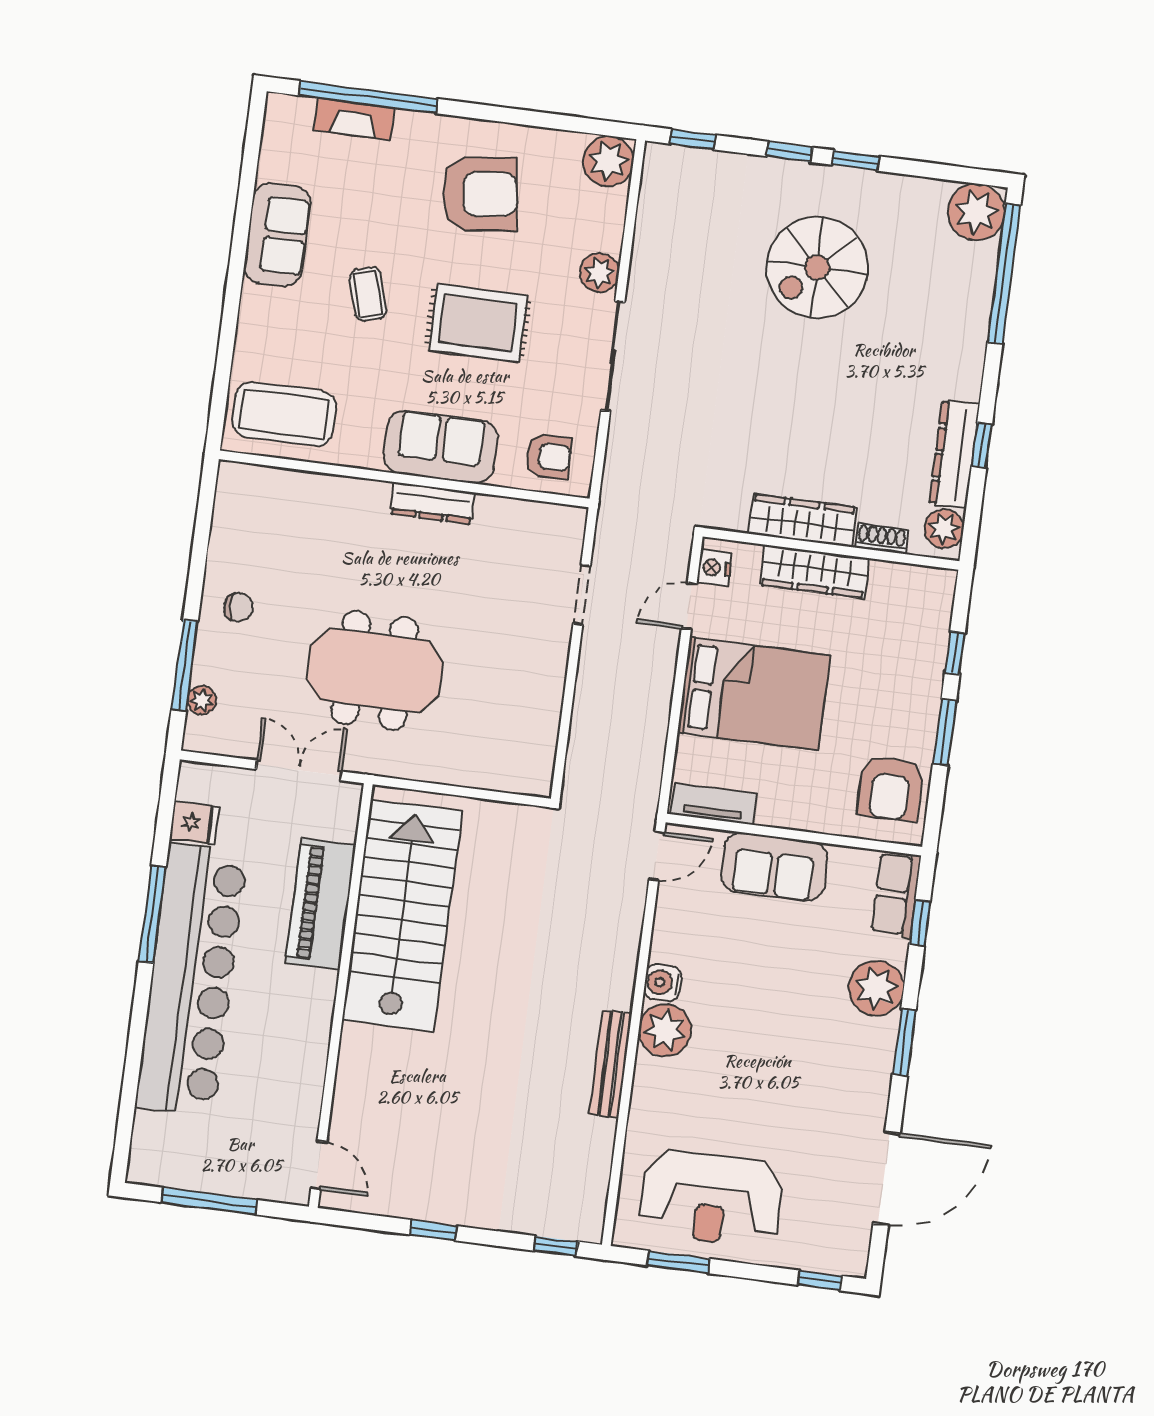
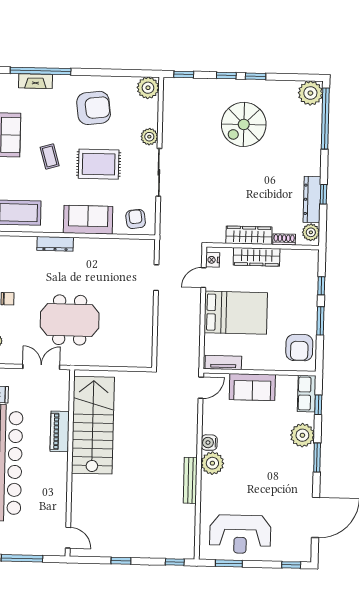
armchair: (549, 457) -> (136, 219), turned -98
dresser: (433, 503) -> (55, 244), moved
piano: (321, 904) -> (60, 431), width x0.73, depth x0.75

